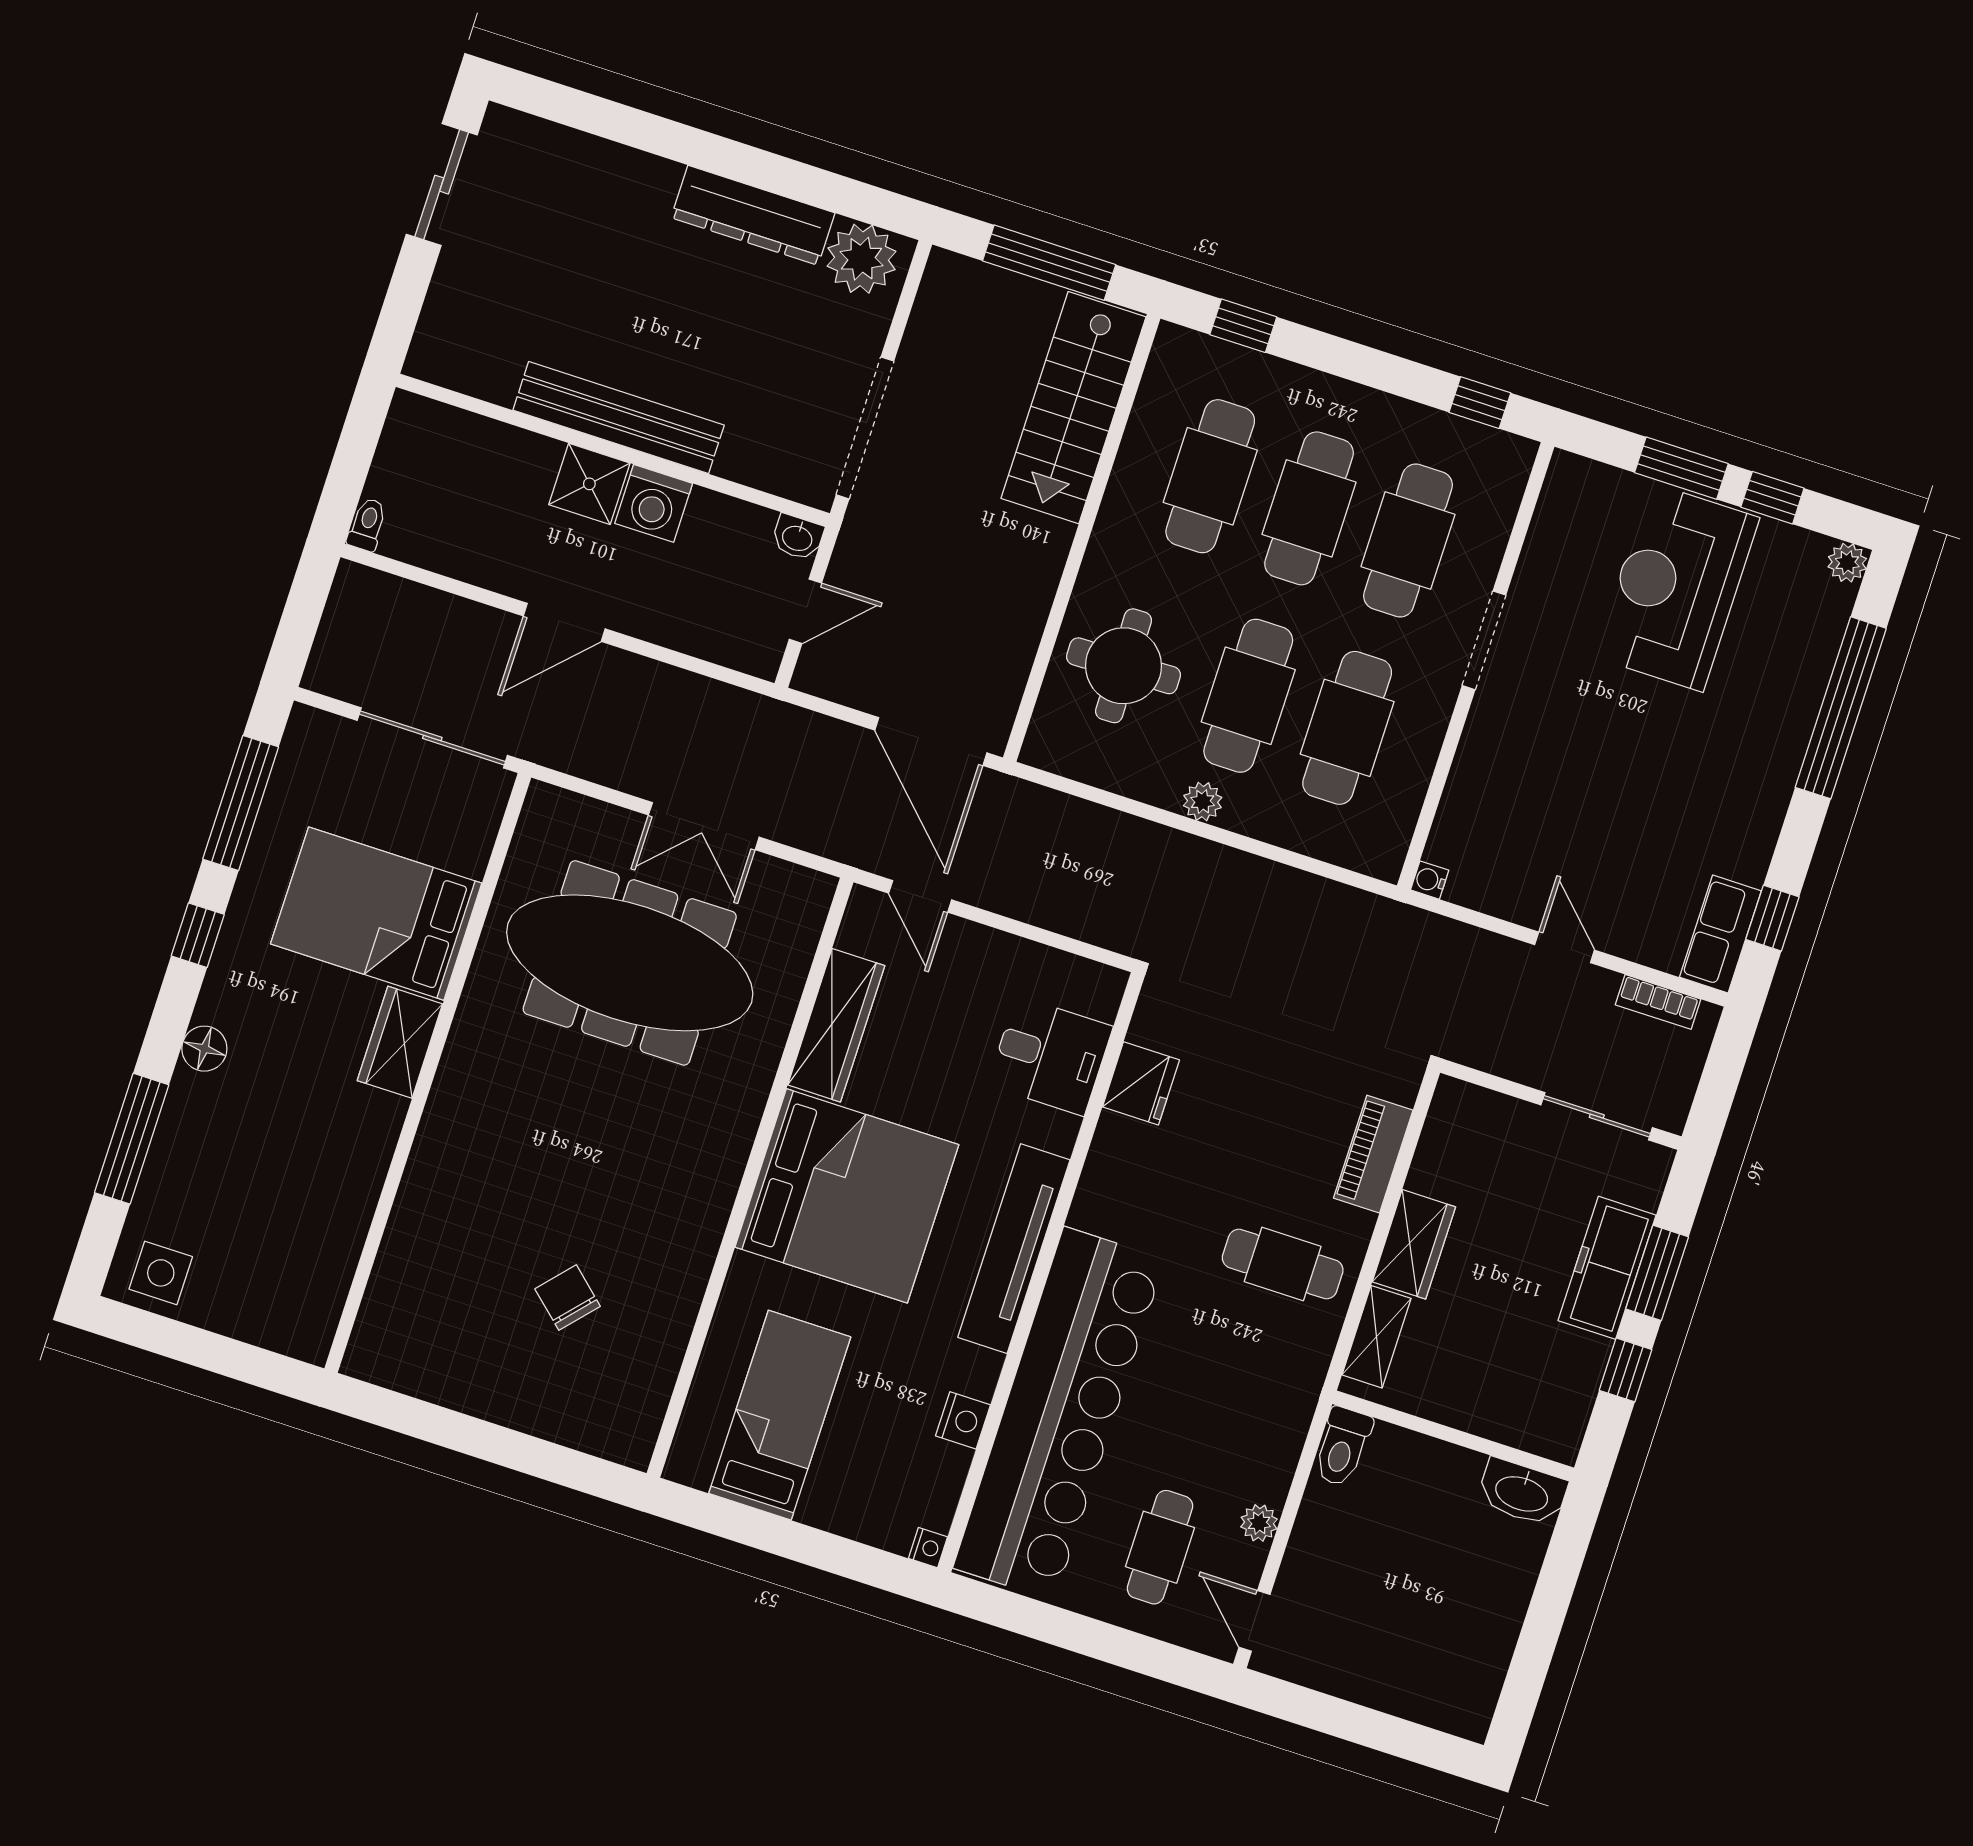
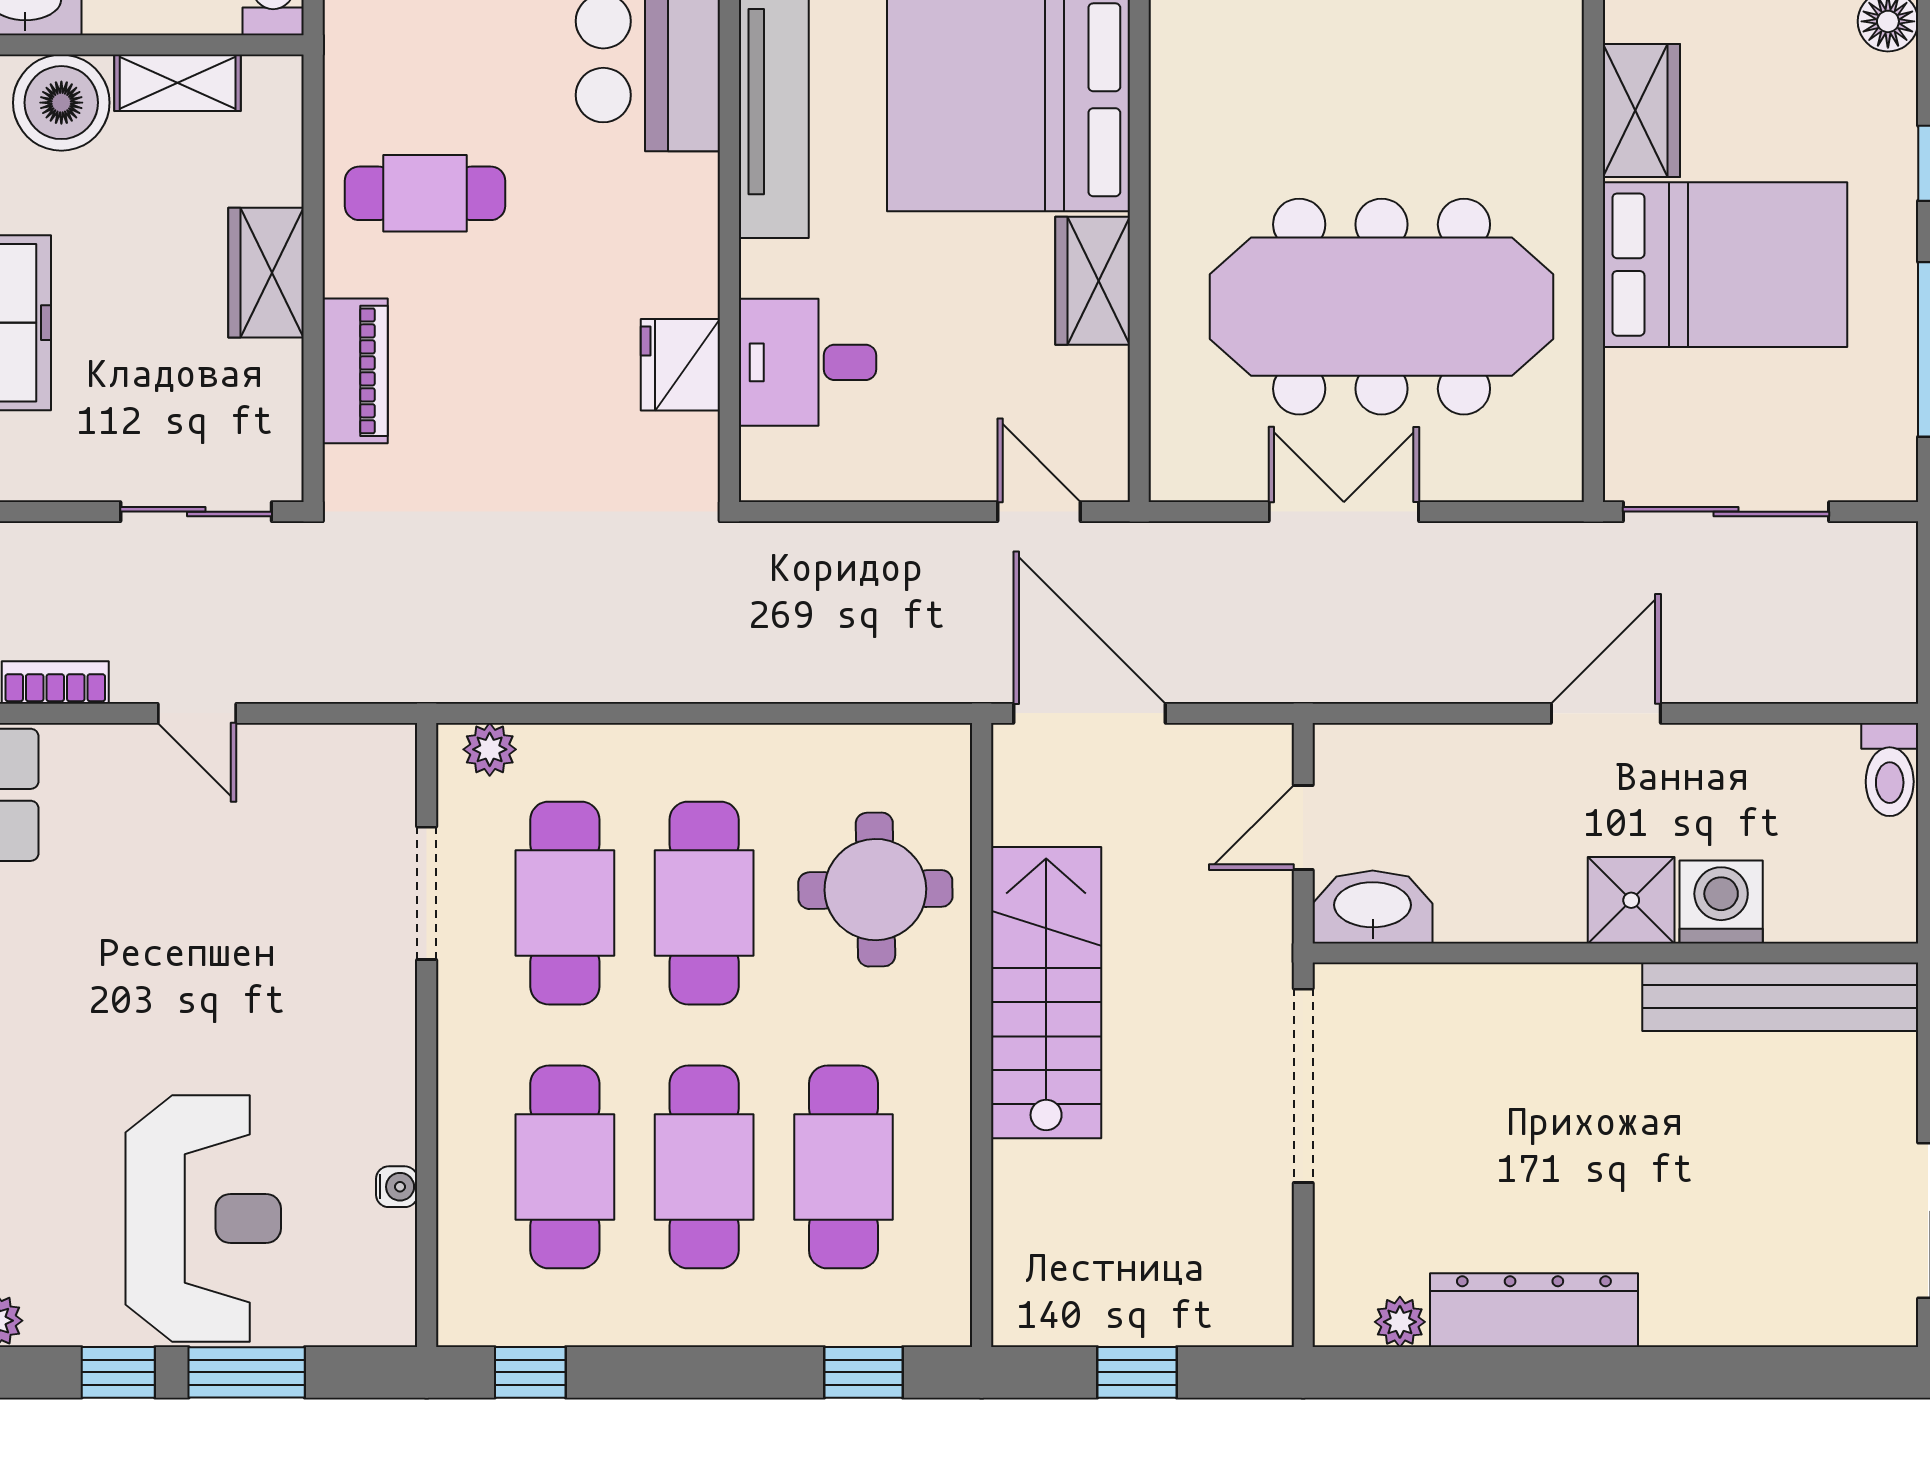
plant: (861, 259) -> (1400, 1322), width x0.53, depth x0.53
window: (1049, 263) -> (1137, 1372), width x0.46
stairs: (1073, 408) -> (1046, 993), moved
bench: (619, 418) -> (1780, 997), moved
washing machine: (654, 503) -> (1721, 902), moved
toilet: (367, 524) -> (1890, 770), width x1.37, depth x1.39
washbasin: (797, 537) -> (1373, 907), width x1.91, depth x1.45
doorway: (1484, 640) -> (427, 893), moved
plant: (1203, 802) -> (490, 749), moved
water cooler: (1430, 880) -> (397, 1187), moved
wardrobe: (836, 1025) -> (1093, 281), width x0.67
sliding door: (1597, 1116) -> (196, 512), moved
shelving: (1377, 1337) -> (178, 83), moved, turned 90
boiler: (1520, 1412) -> (61, 103), added

